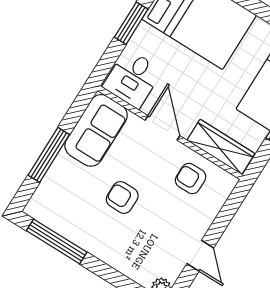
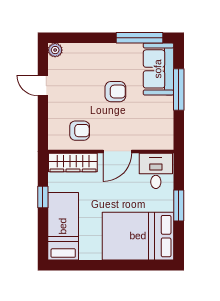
door: (162, 128) -> (117, 151), hinge flipped
sofa: (96, 130) -> (158, 69), moved

